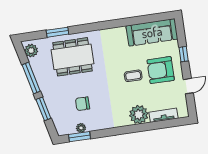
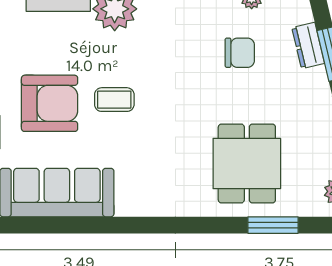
dining table: (73, 57) -> (247, 164), width x0.73
dresser: (54, 111) -> (308, 45), added

